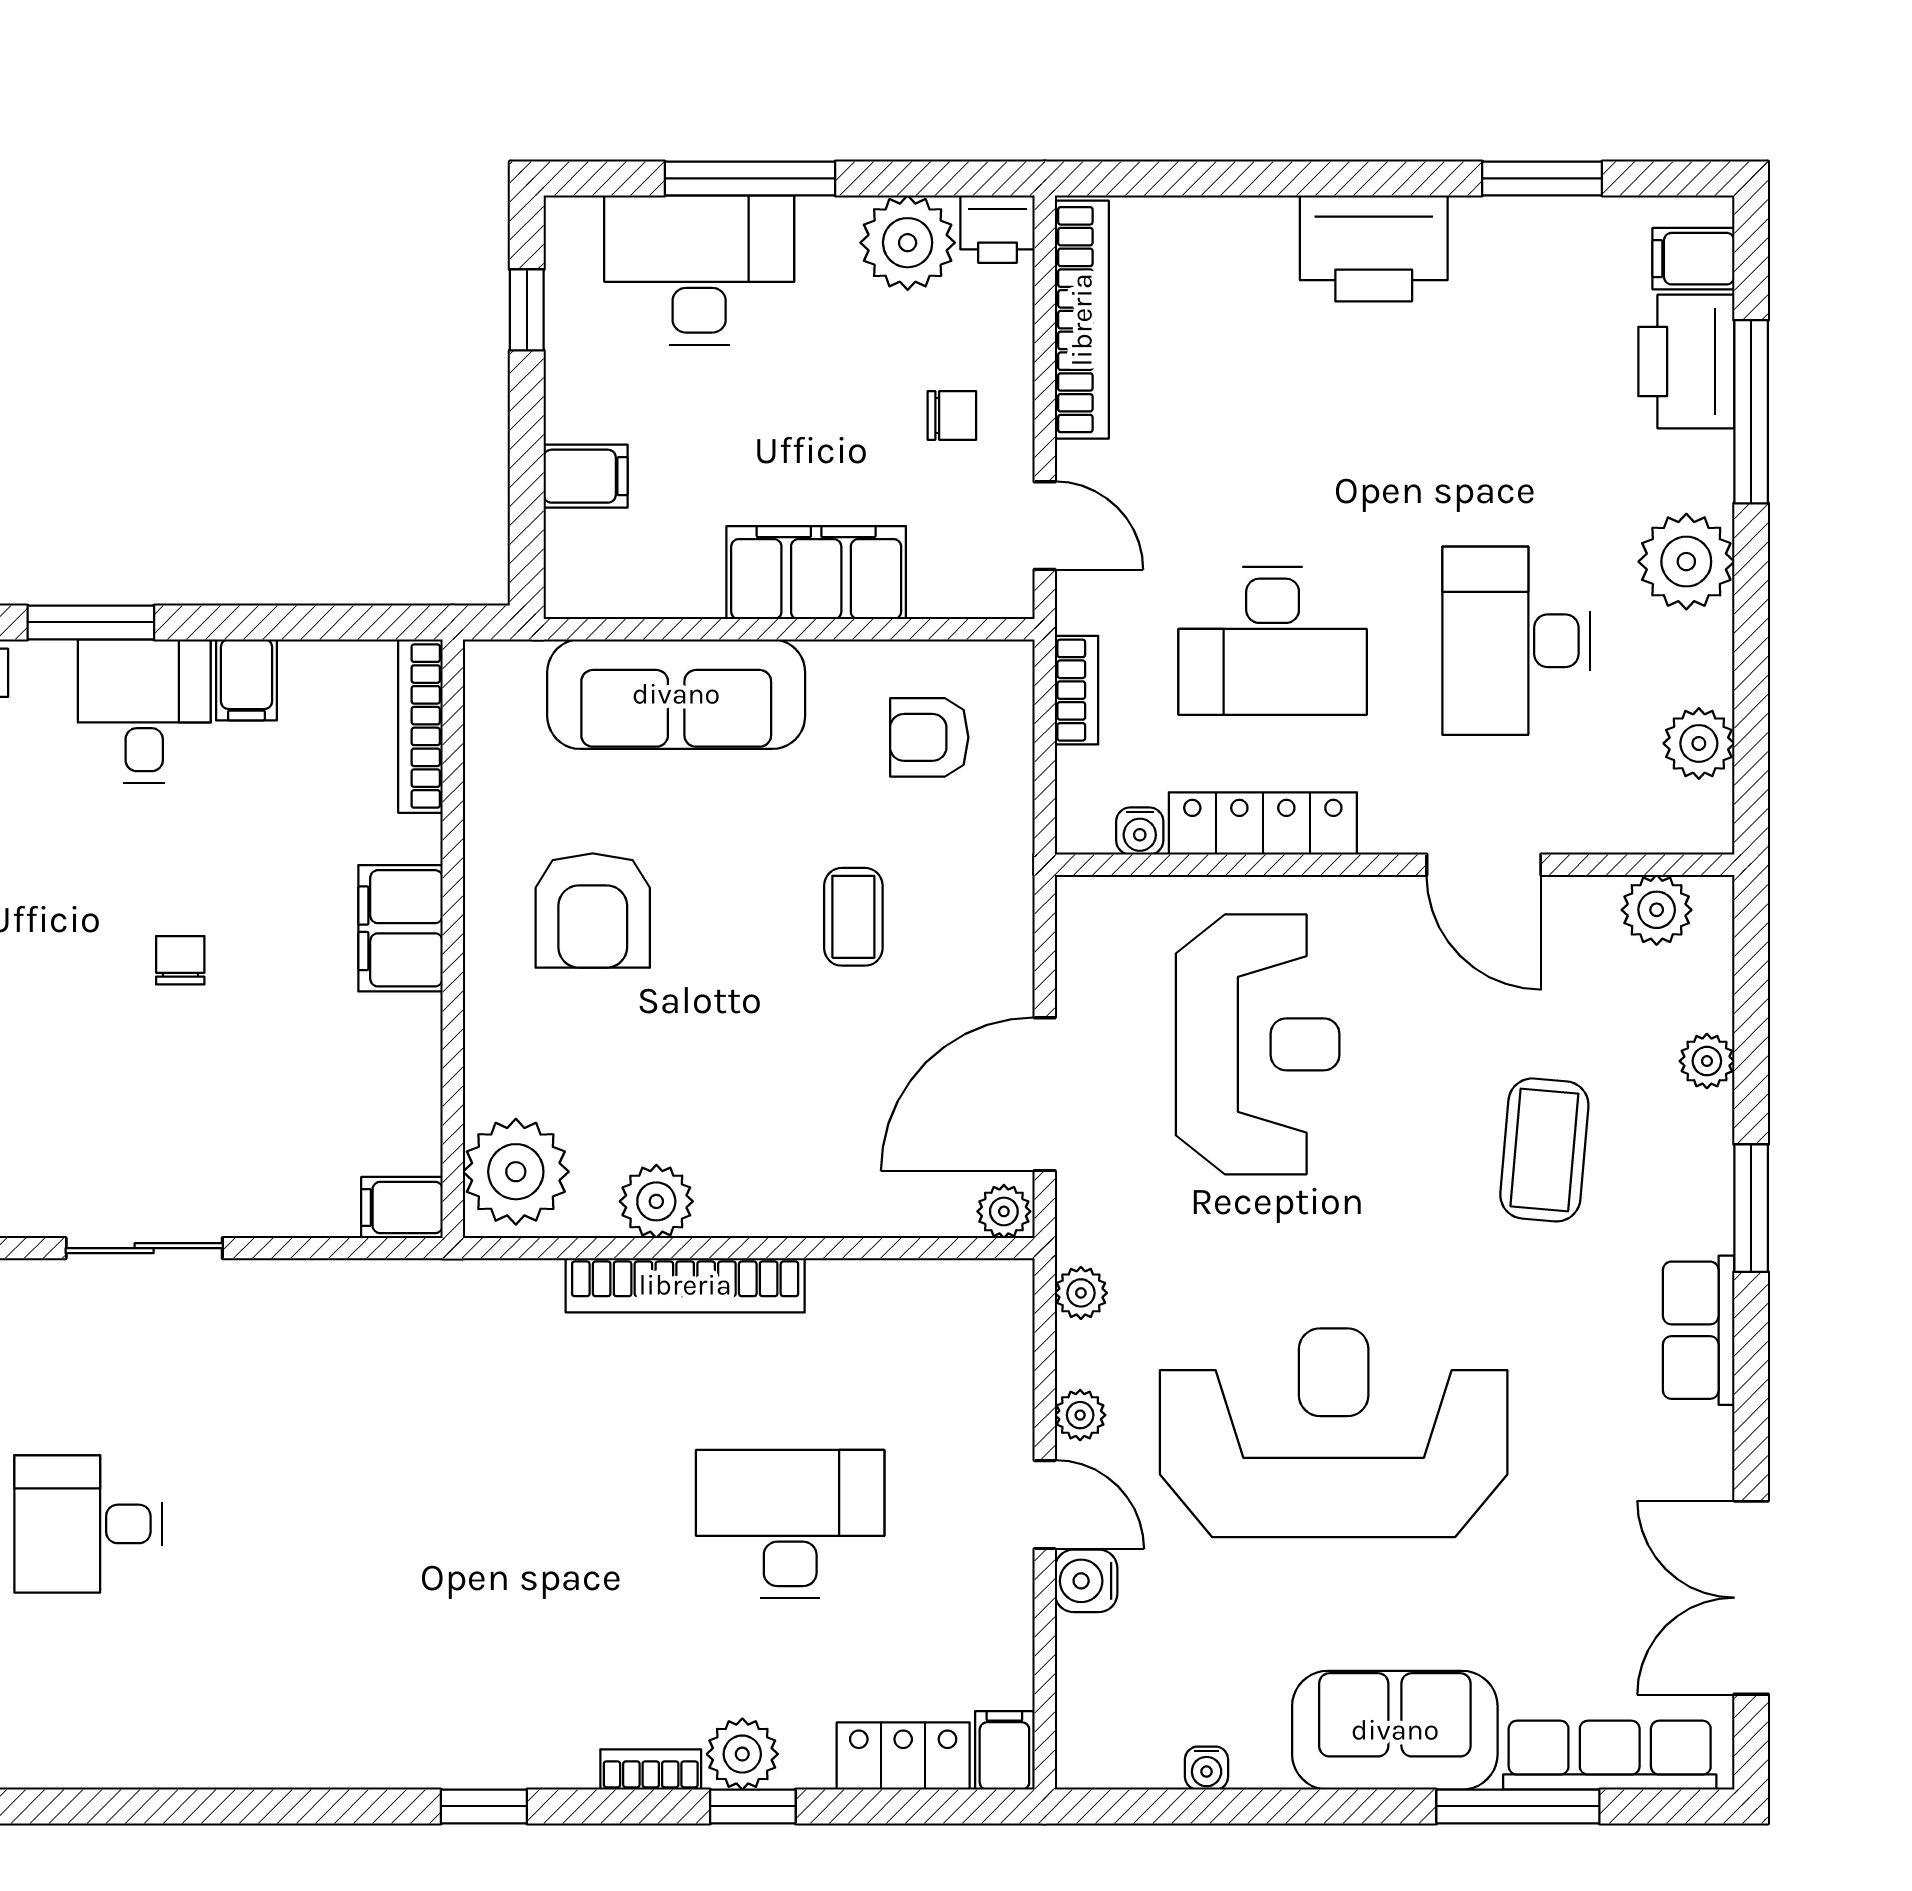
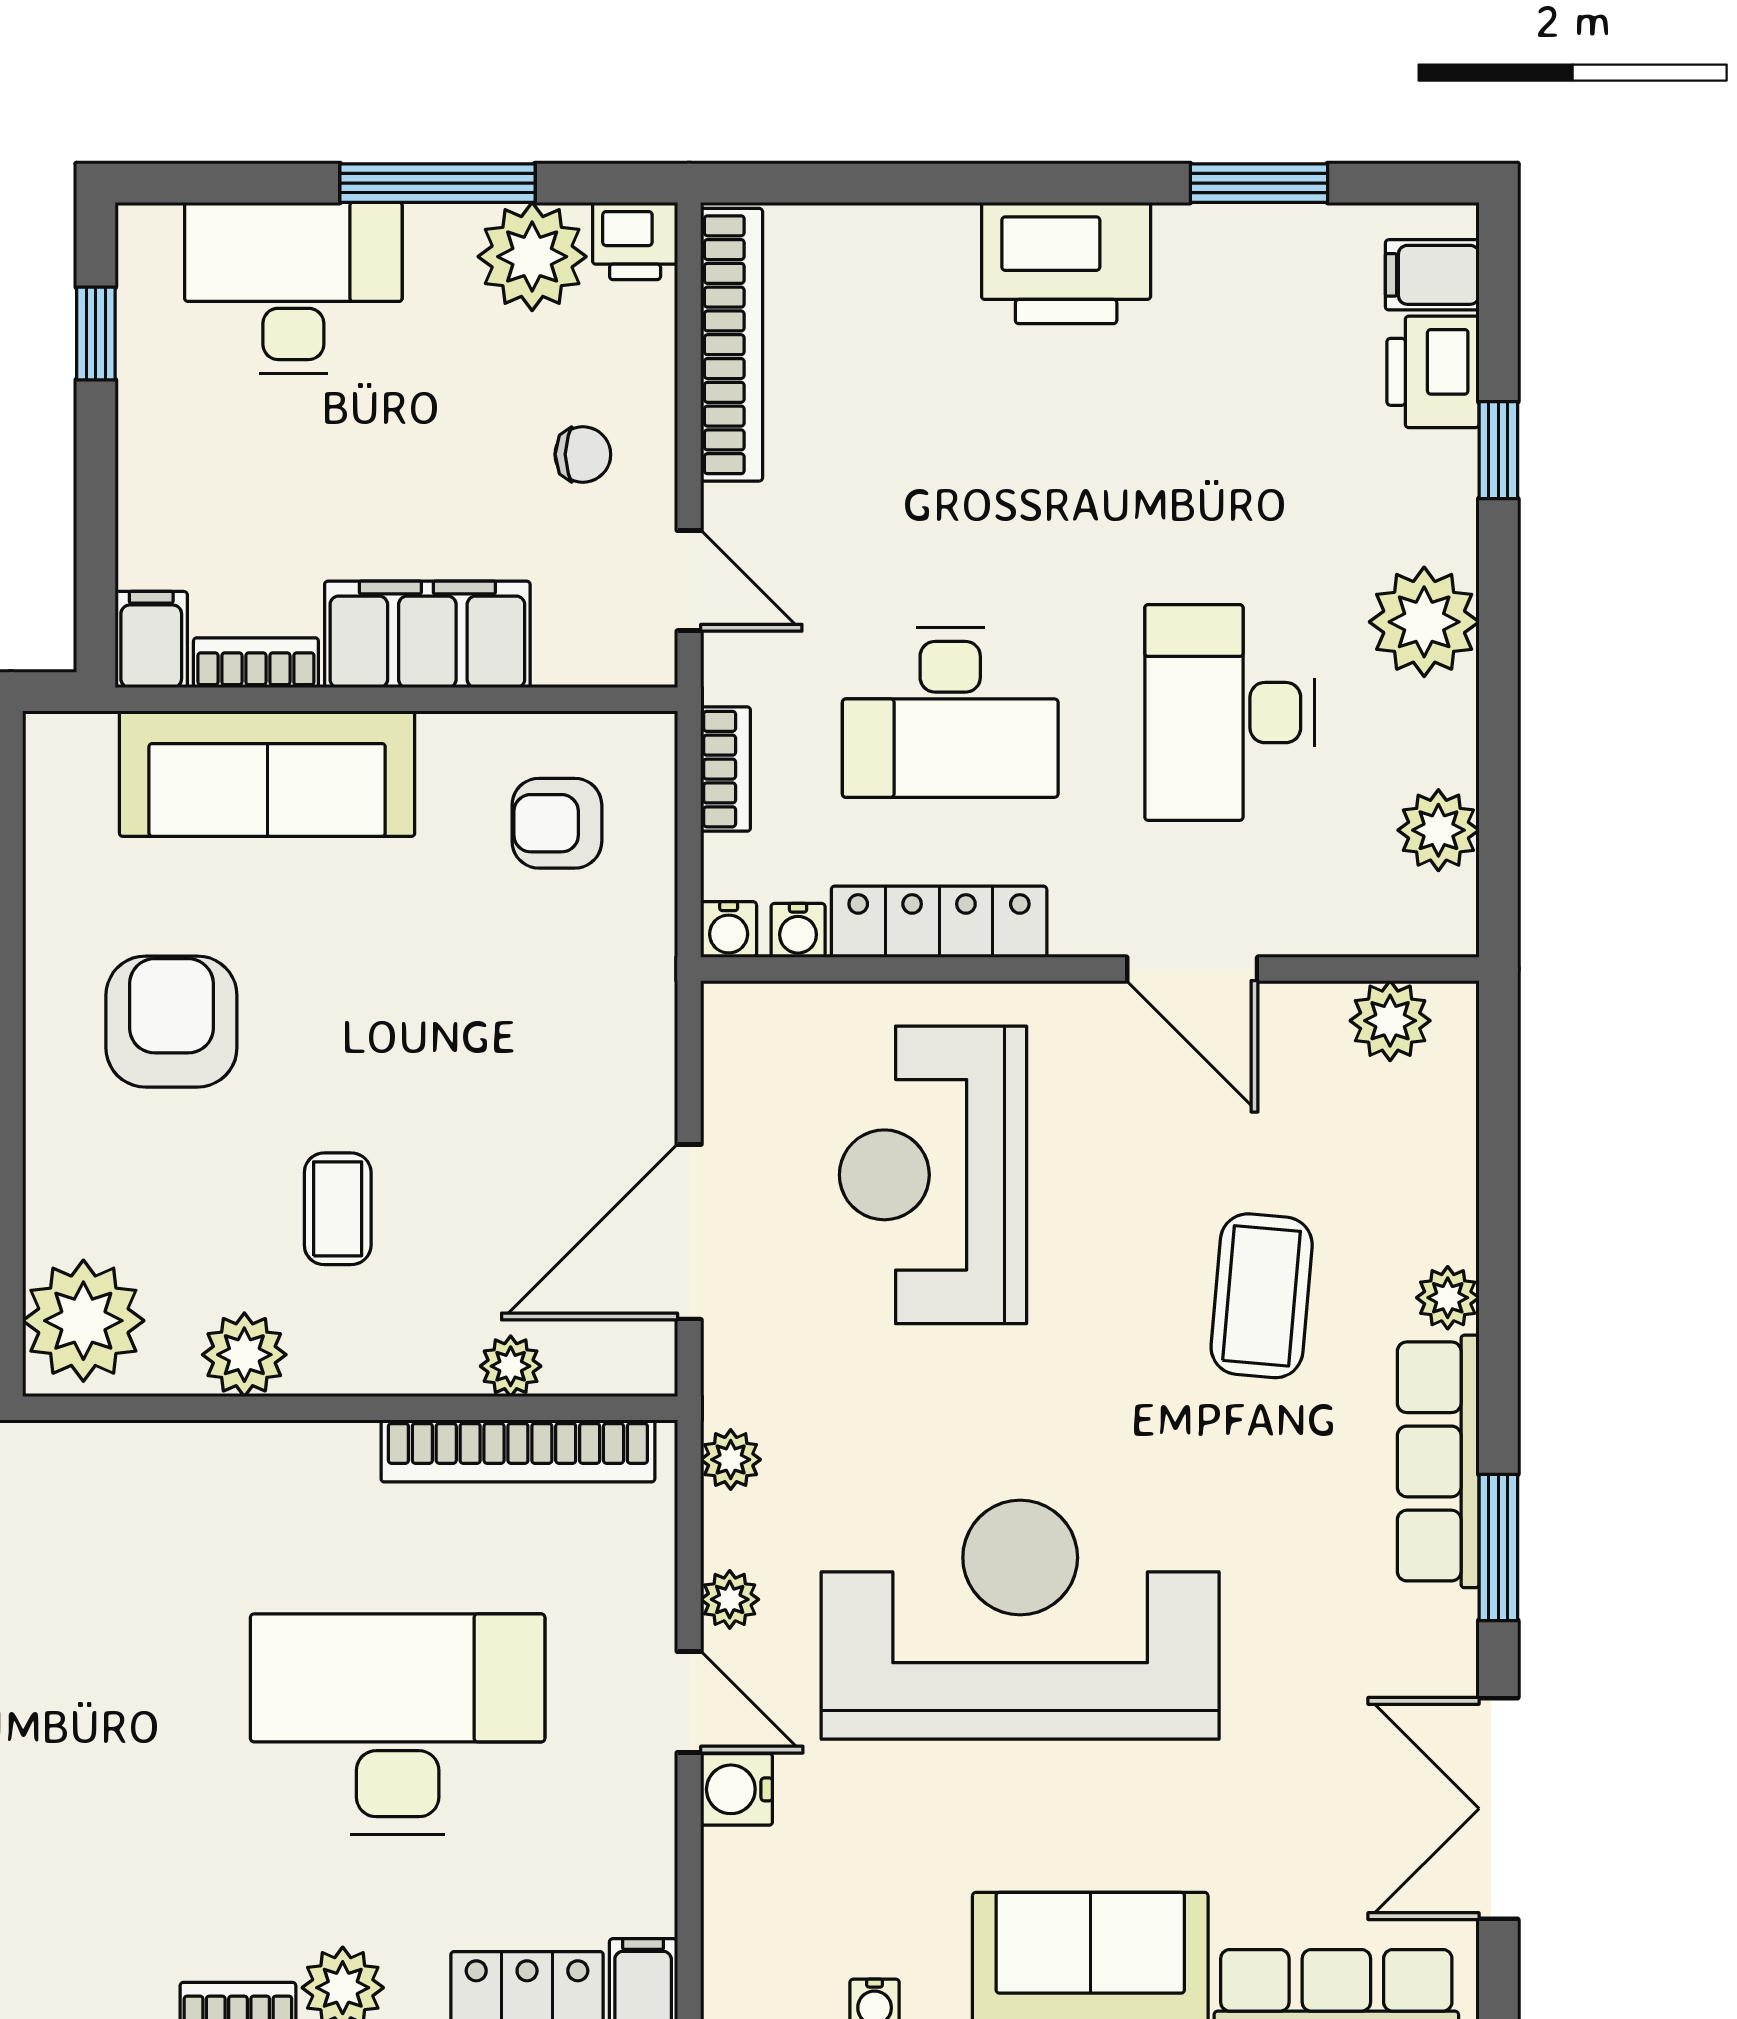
window: (750, 178) -> (438, 183), moved
printer: (1686, 362) -> (1433, 372), width x0.73, depth x0.84
window: (1751, 412) -> (1498, 450), width x0.46
filing cabinet: (586, 476) -> (151, 640), moved, turned -90
bookcase: (666, 597) -> (256, 663), added
water cooler: (1079, 830) -> (729, 930), added
armchair: (593, 911) -> (171, 1022), turned 180
coffee table: (853, 917) -> (338, 1209), moved
reception desk: (1258, 1044) -> (933, 1175), turned 180
plant: (1707, 1061) -> (1448, 1298), moved
window: (1751, 1208) -> (1498, 1547), moved
plant: (1004, 1211) -> (511, 1366), moved
bookcase: (685, 1285) -> (518, 1451), moved
row of seats: (1699, 1330) -> (1438, 1461), width x1.48
desk: (790, 1524) -> (398, 1724), width x1.36, depth x1.30

